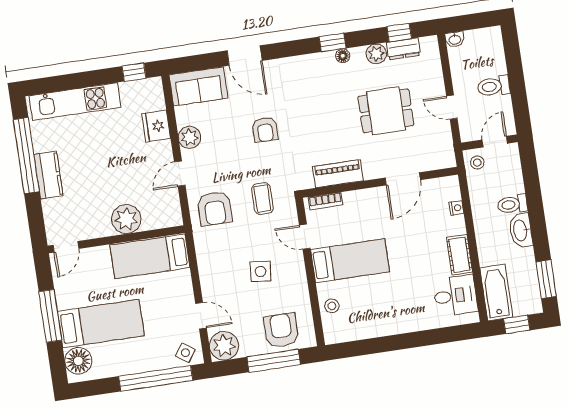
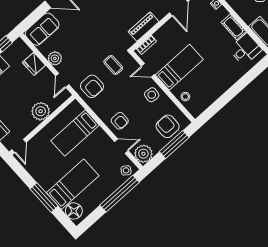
armchair: (265, 129) -> (120, 121), moved
plant: (126, 219) -> (41, 111), moved
wall: (116, 239) -> (42, 125), moved
door: (66, 247) -> (19, 146), moved
side table: (261, 271) -> (152, 95), moved

